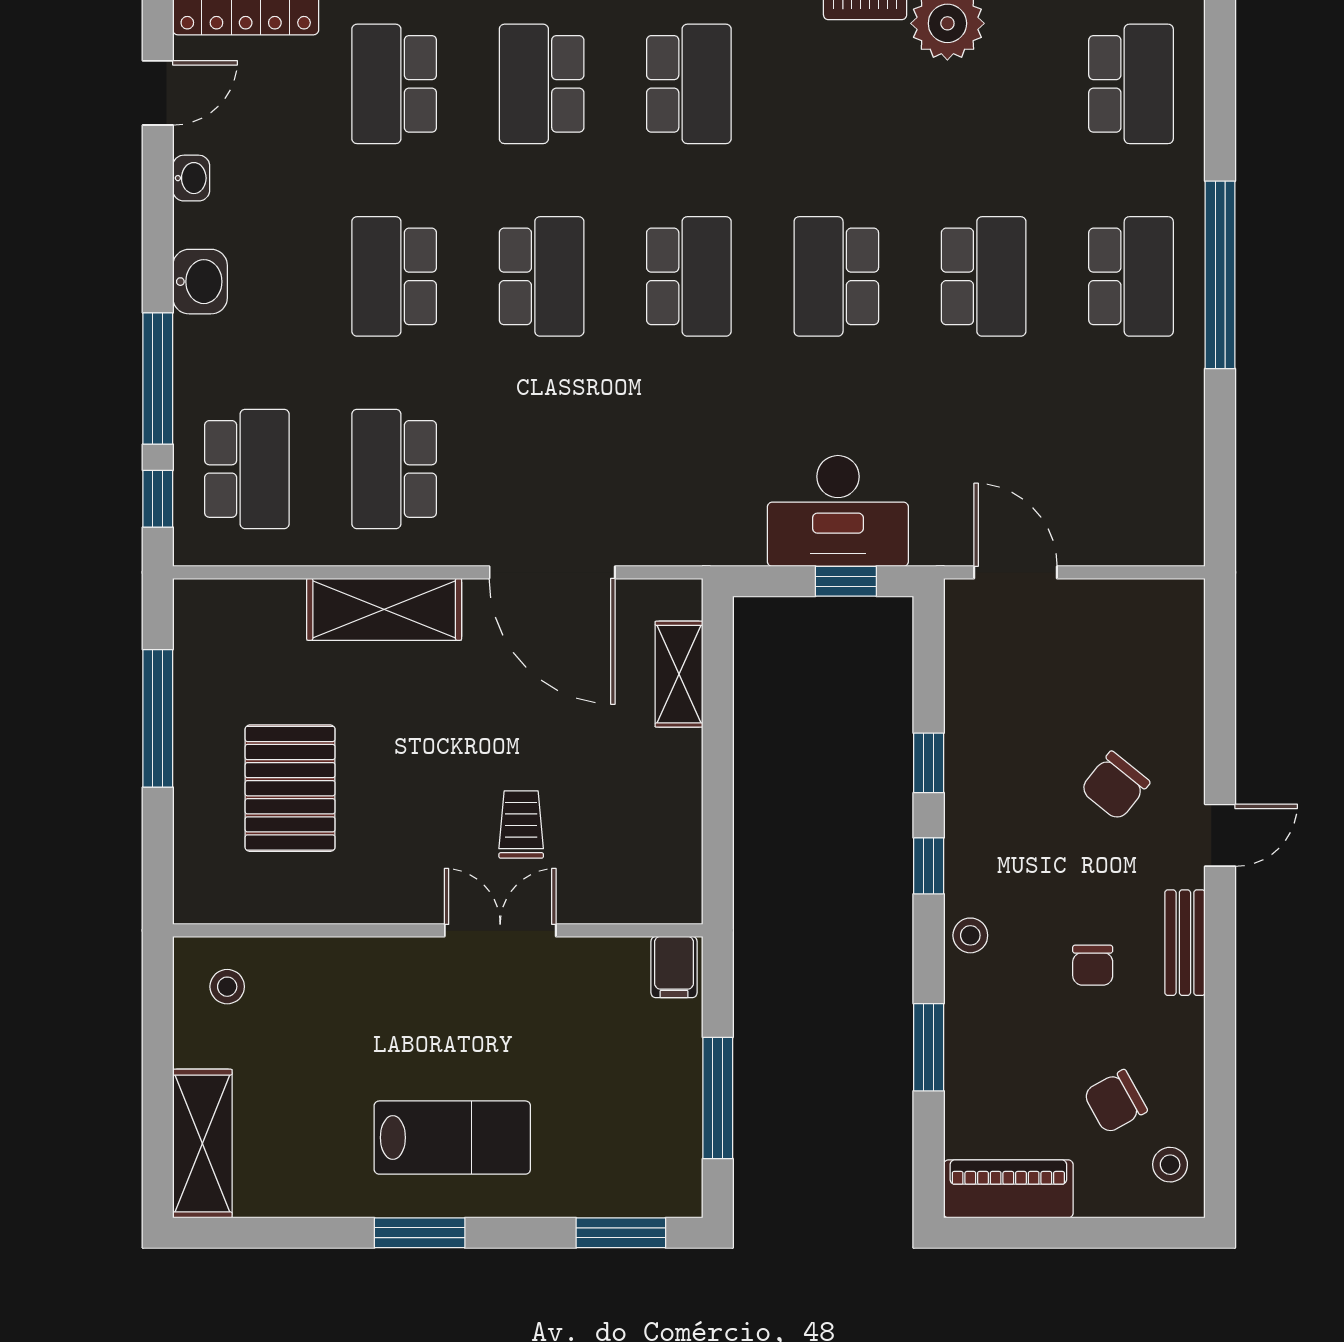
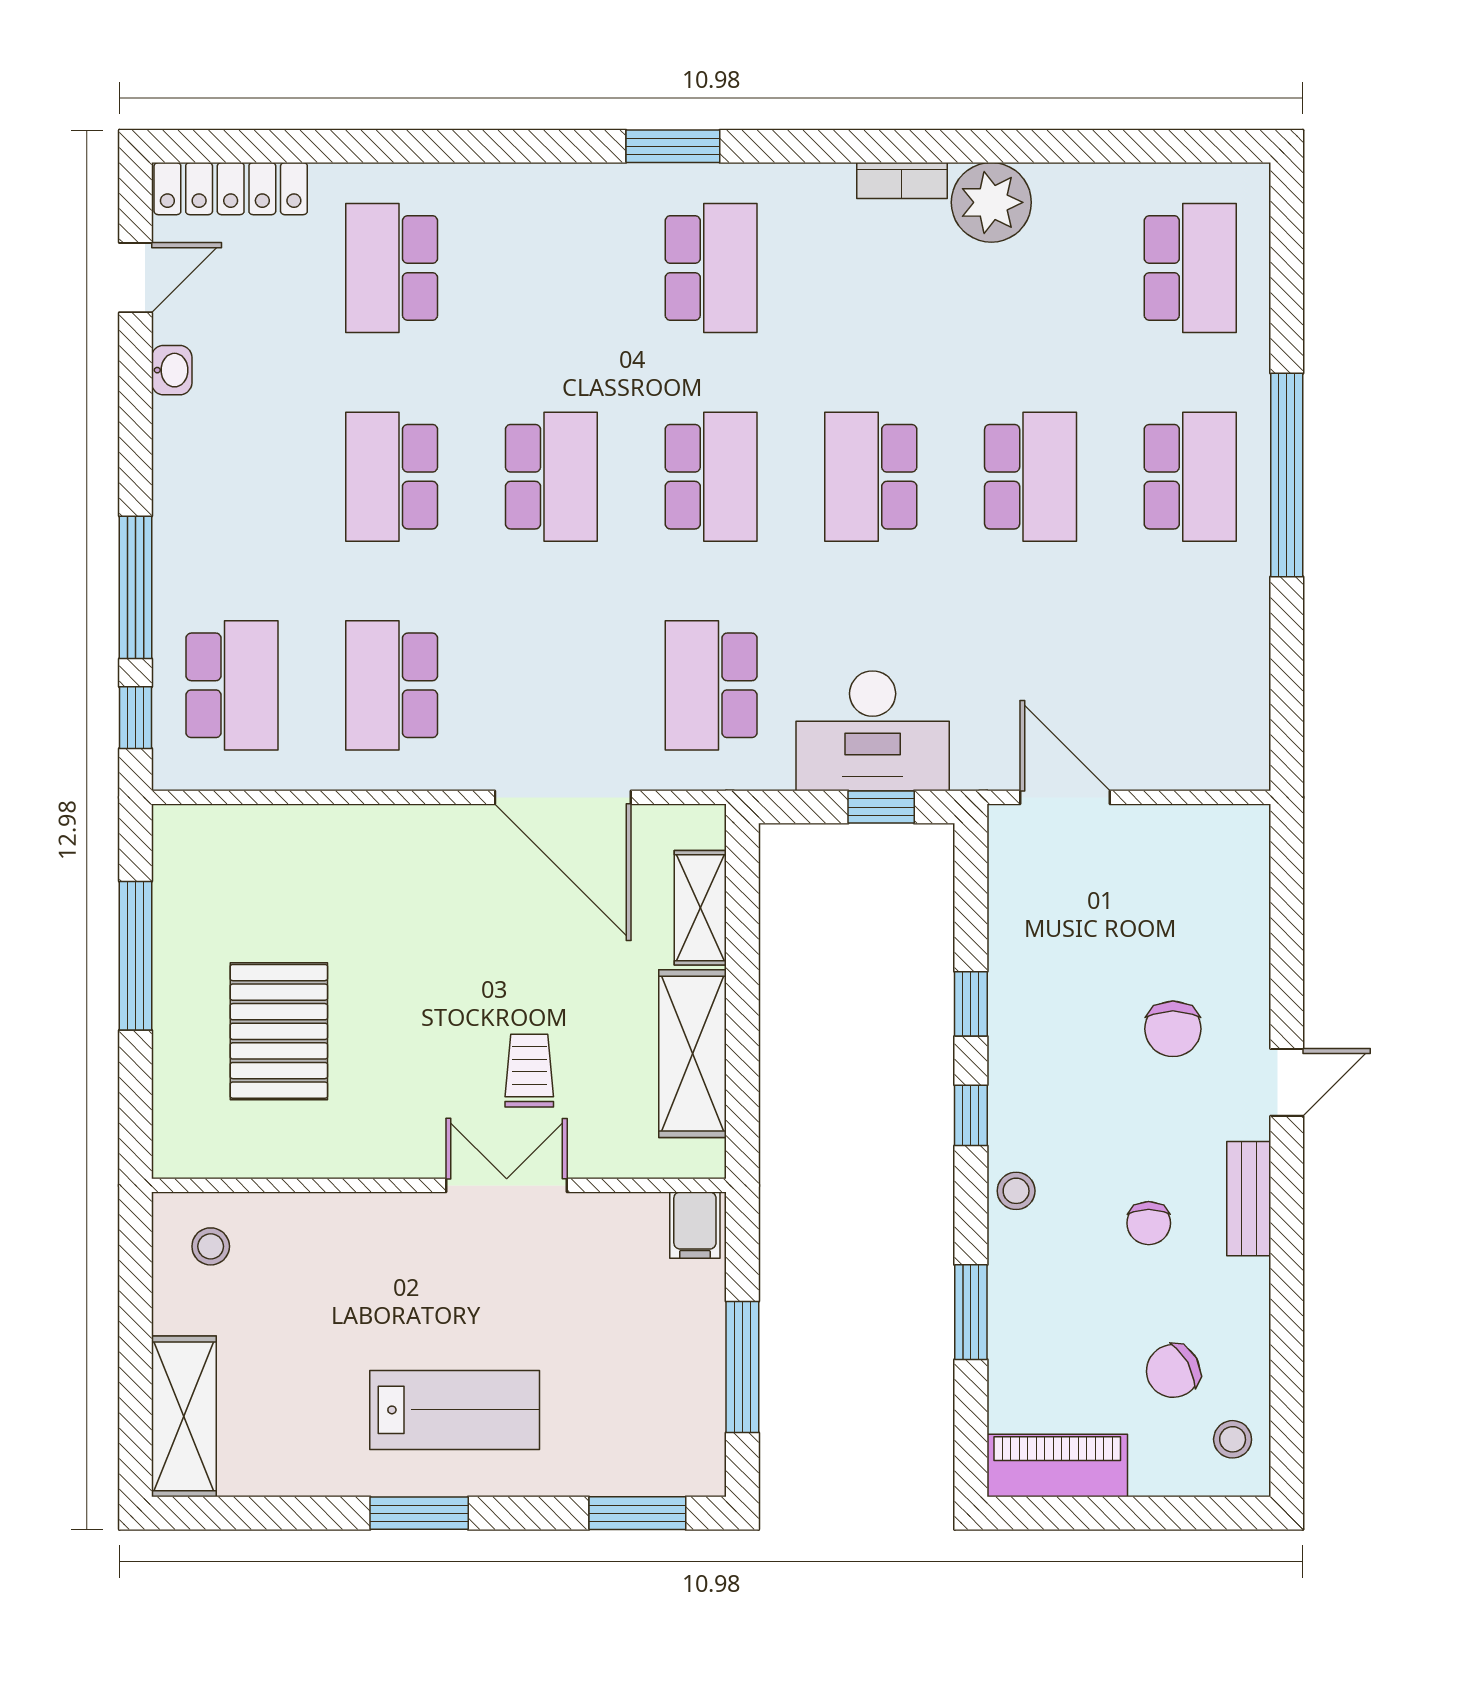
school desk: (542, 84) -> (711, 685), moved
washbasin: (200, 282) -> (181, 482), removed
shelving: (384, 609) -> (693, 1054), moved, turned 90
chair: (1115, 786) -> (1173, 1029), turned -39

